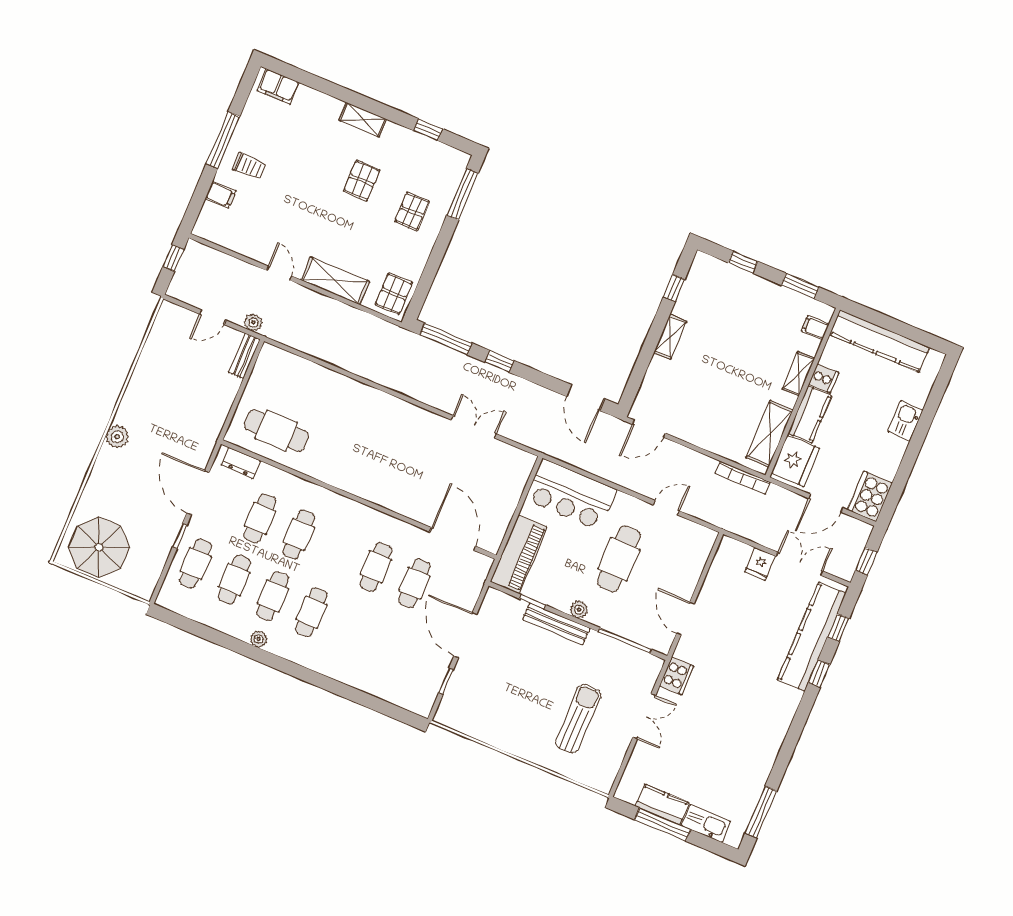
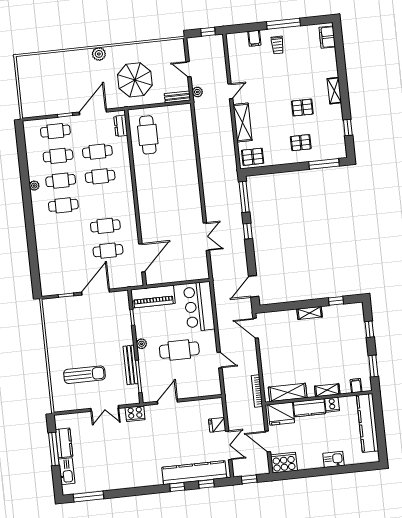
parasol: (99, 547) -> (135, 80), moved
bench: (556, 624) -> (131, 365), moved

